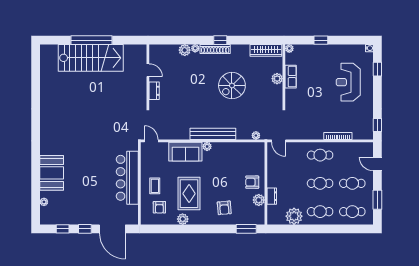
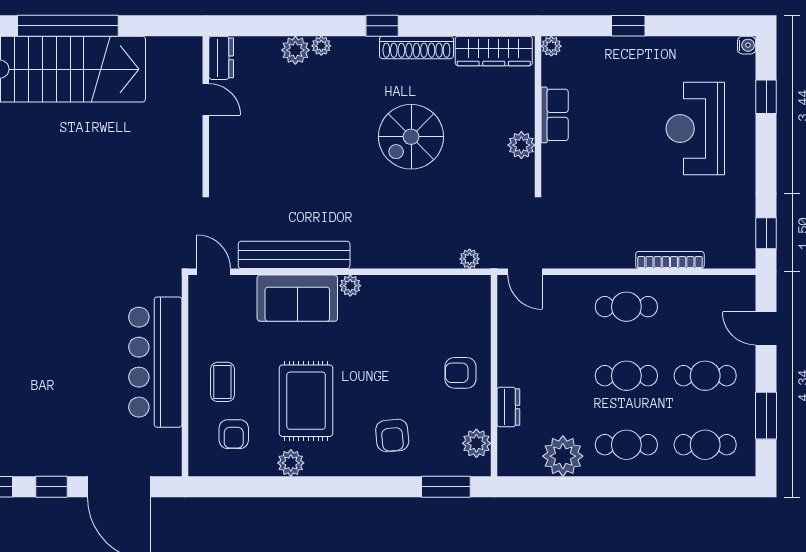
shoe rack: (215, 49) -> (416, 47), moved
plant: (277, 79) -> (521, 145), moved
dresser: (154, 91) -> (221, 58), moved
bench: (213, 134) -> (294, 255), moved
plant: (259, 200) -> (476, 443), moved

